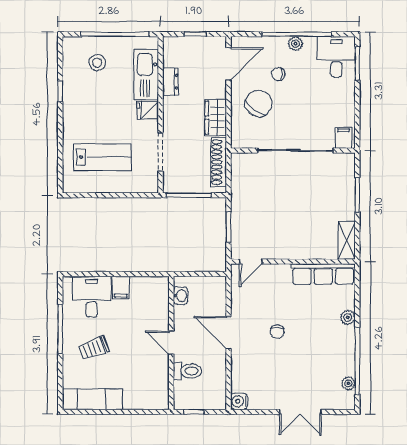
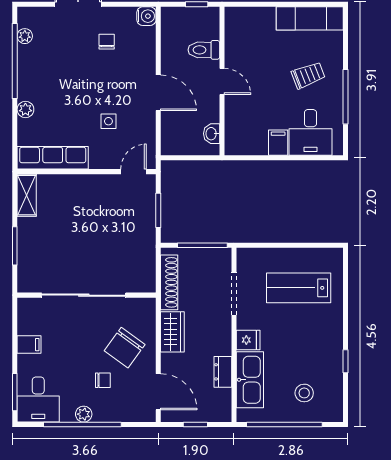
door: (228, 64) -> (158, 392), swing flipped
filing cabinet: (343, 138) -> (29, 345), moved, turned -90
side table: (273, 307) -> (108, 121), added
chair: (277, 332) -> (107, 42), moved

